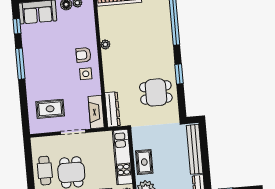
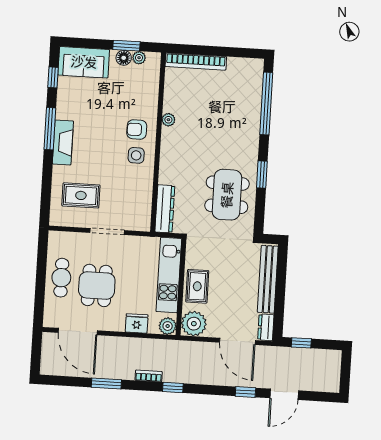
dining table: (156, 92) -> (227, 195), width x1.38
fireplace: (96, 112) -> (63, 142), moved, turned 180

